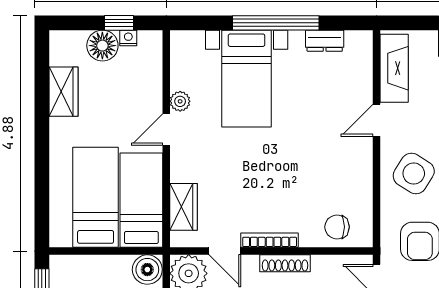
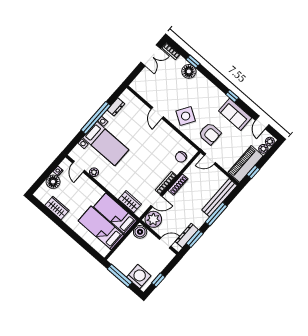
window: (119, 23) -> (50, 170), removed
fireplace: (394, 68) -> (145, 92), removed
door: (166, 130) -> (78, 167), moved

